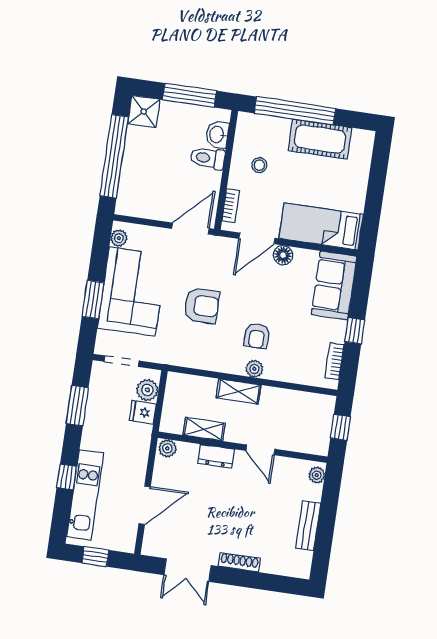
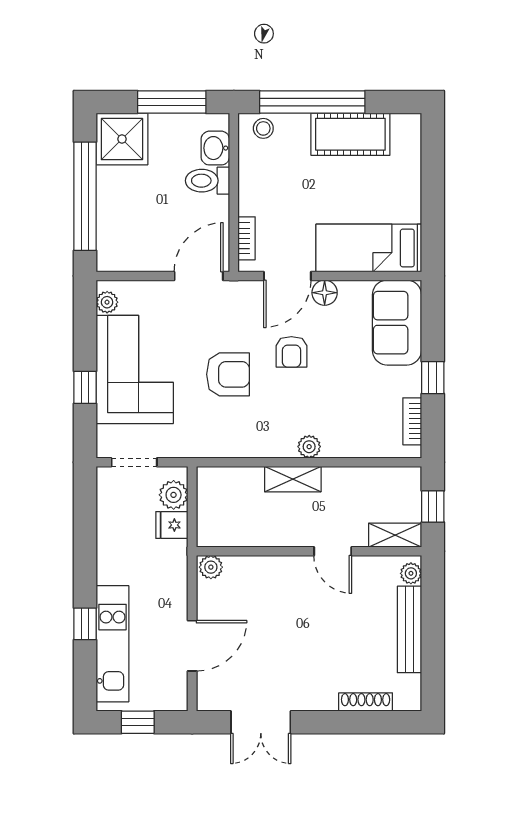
shower: (144, 111) -> (122, 139), width x1.36, depth x1.36
stool: (259, 165) -> (263, 128), moved
window: (93, 300) -> (85, 387), width x0.67
armchair: (257, 336) -> (291, 352), moved
window: (77, 406) -> (85, 529), removed
shelving: (204, 429) -> (395, 535), moved
dresser: (216, 456) -> (276, 568), removed
bench: (308, 526) -> (409, 629), width x1.36
shoe rack: (239, 562) -> (366, 702), moved

